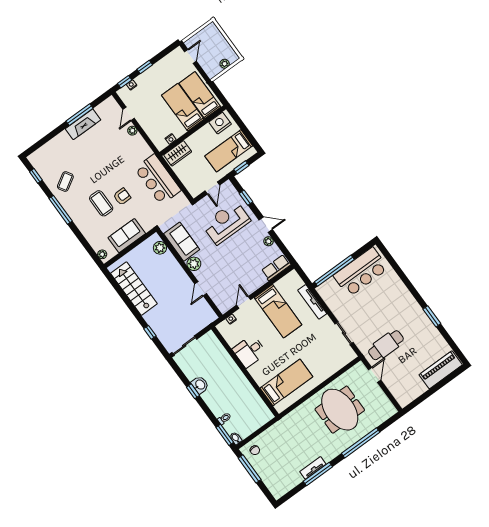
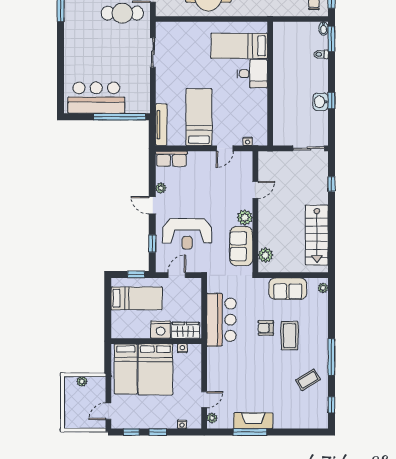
window: (125, 82) -> (131, 432), moved
bed: (183, 107) -> (155, 369), width x1.50
nightstand: (220, 123) -> (161, 330), moved
plant: (132, 131) -> (212, 418), moved
tv unit: (312, 302) -> (161, 125), moved
desk: (249, 351) -> (252, 74), moved

